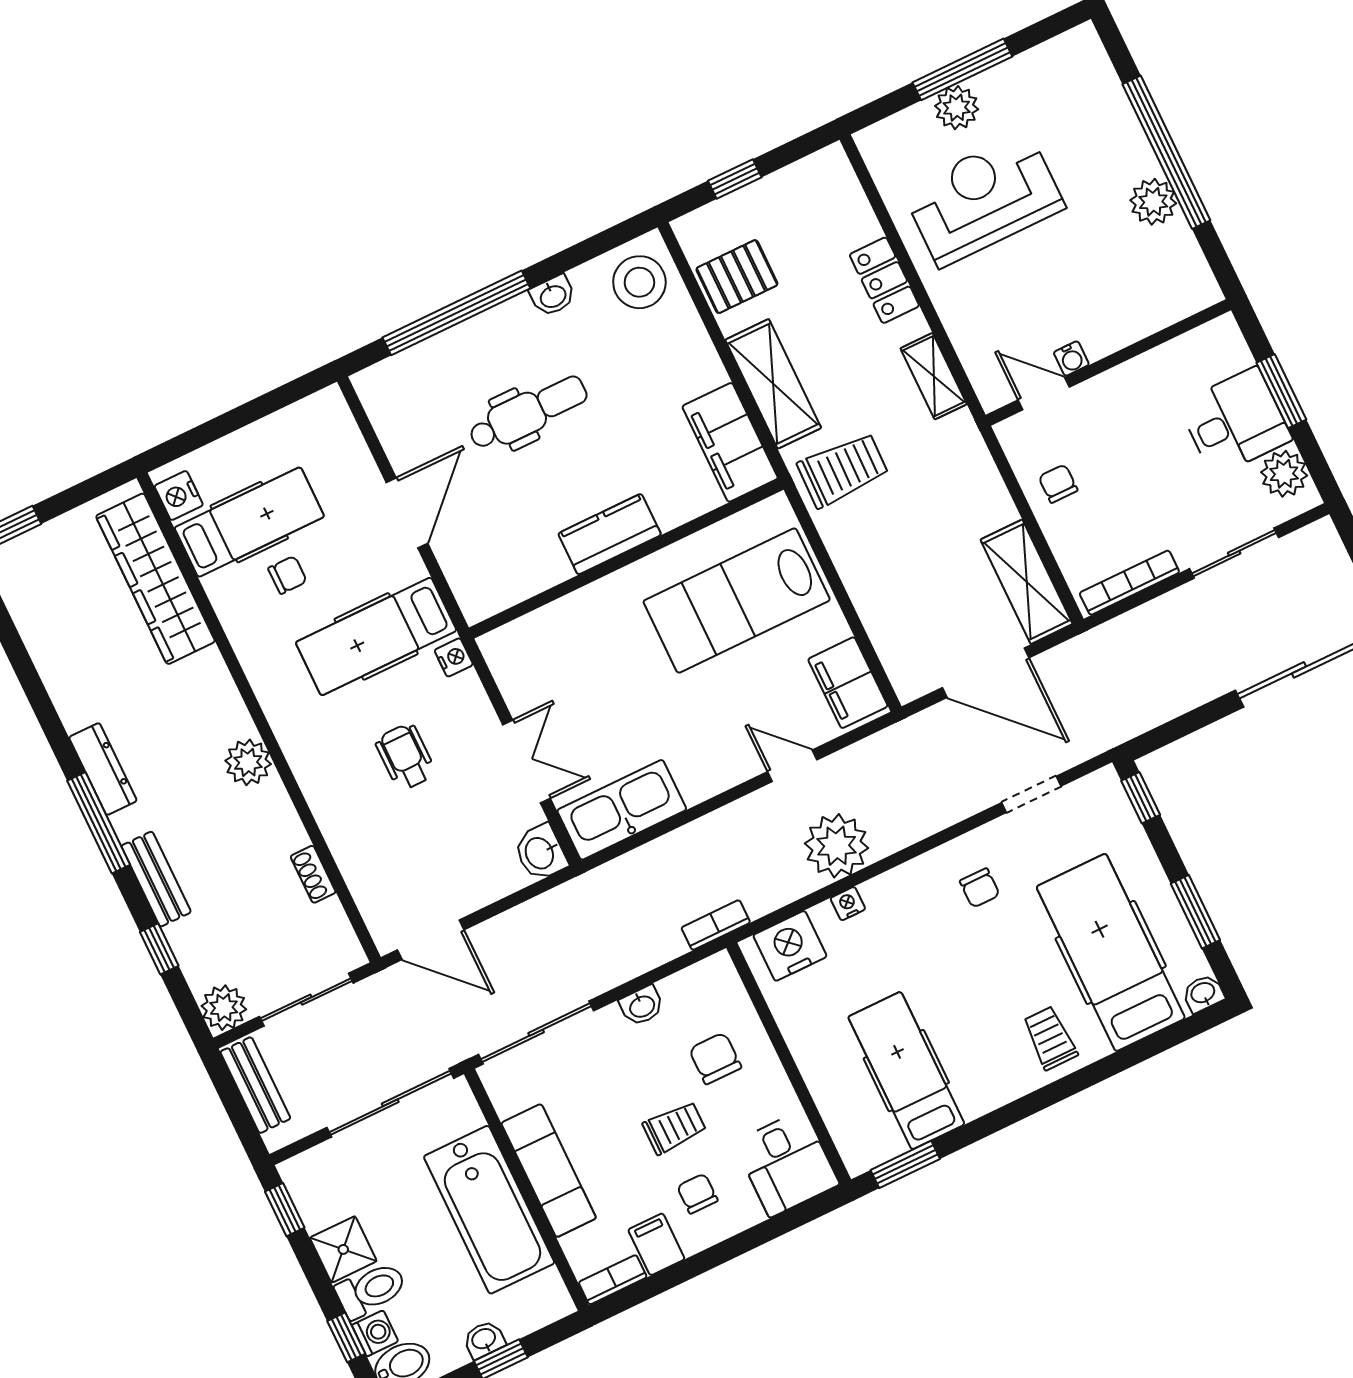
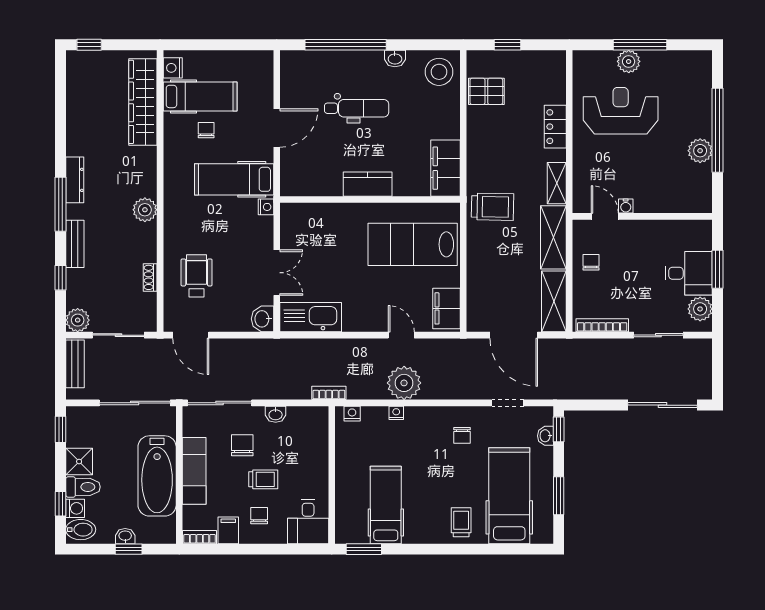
shelving: (773, 384) -> (553, 237), moved
chair: (287, 575) -> (206, 130), turned -90
wheelchair: (405, 757) -> (197, 276), moved, width x1.36, depth x1.37
nightstand: (790, 946) -> (352, 414), width x0.53, depth x0.56
washbasin: (1203, 993) -> (545, 436), moved, turned -90
chair: (715, 1058) -> (242, 445), moved

